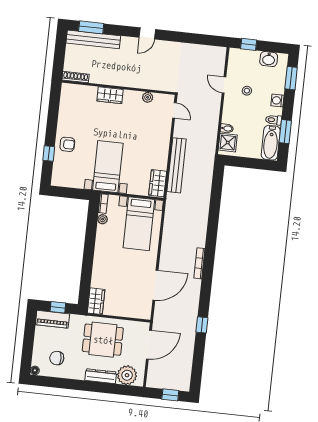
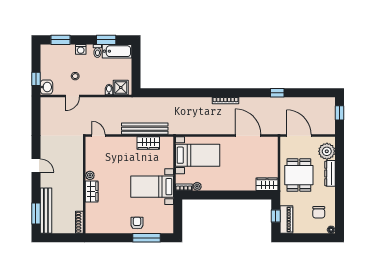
washbasin: (269, 59) -> (46, 87), moved
plant: (148, 97) -> (90, 175), moved
door: (174, 110) -> (98, 136), hinge flipped
window: (49, 153) -> (146, 238), width x2.17
wardrobe: (158, 183) -> (148, 143), moved

